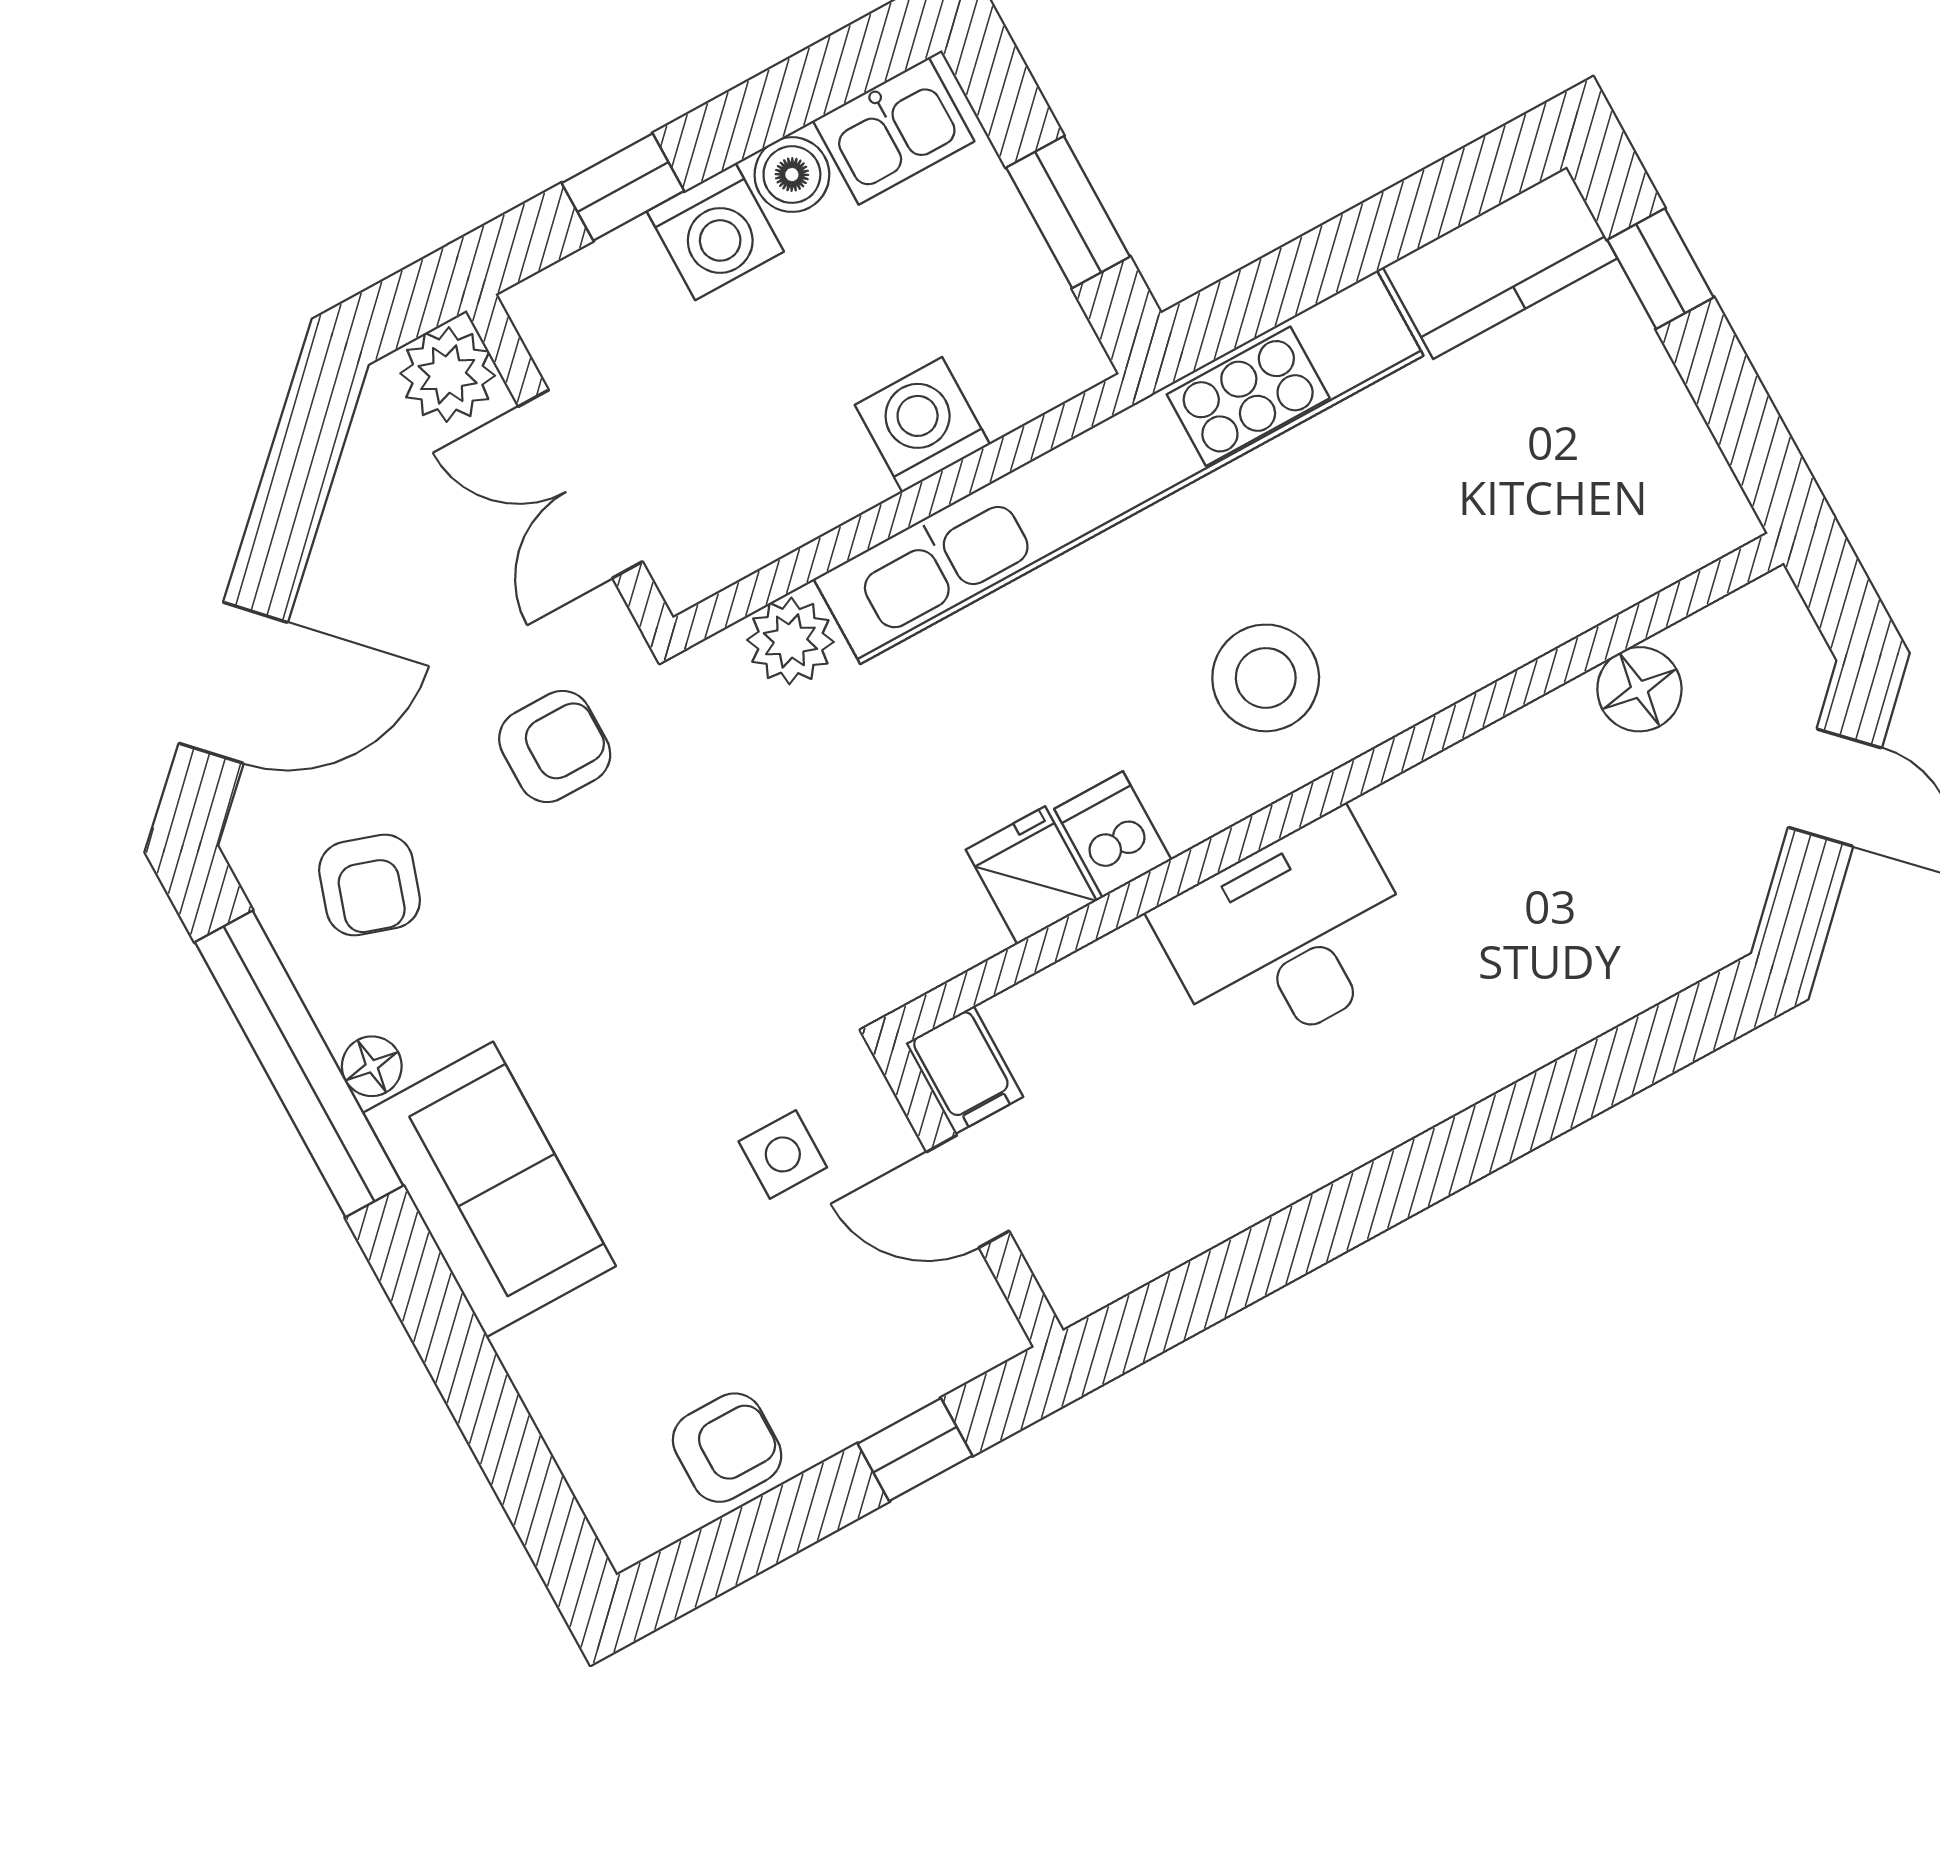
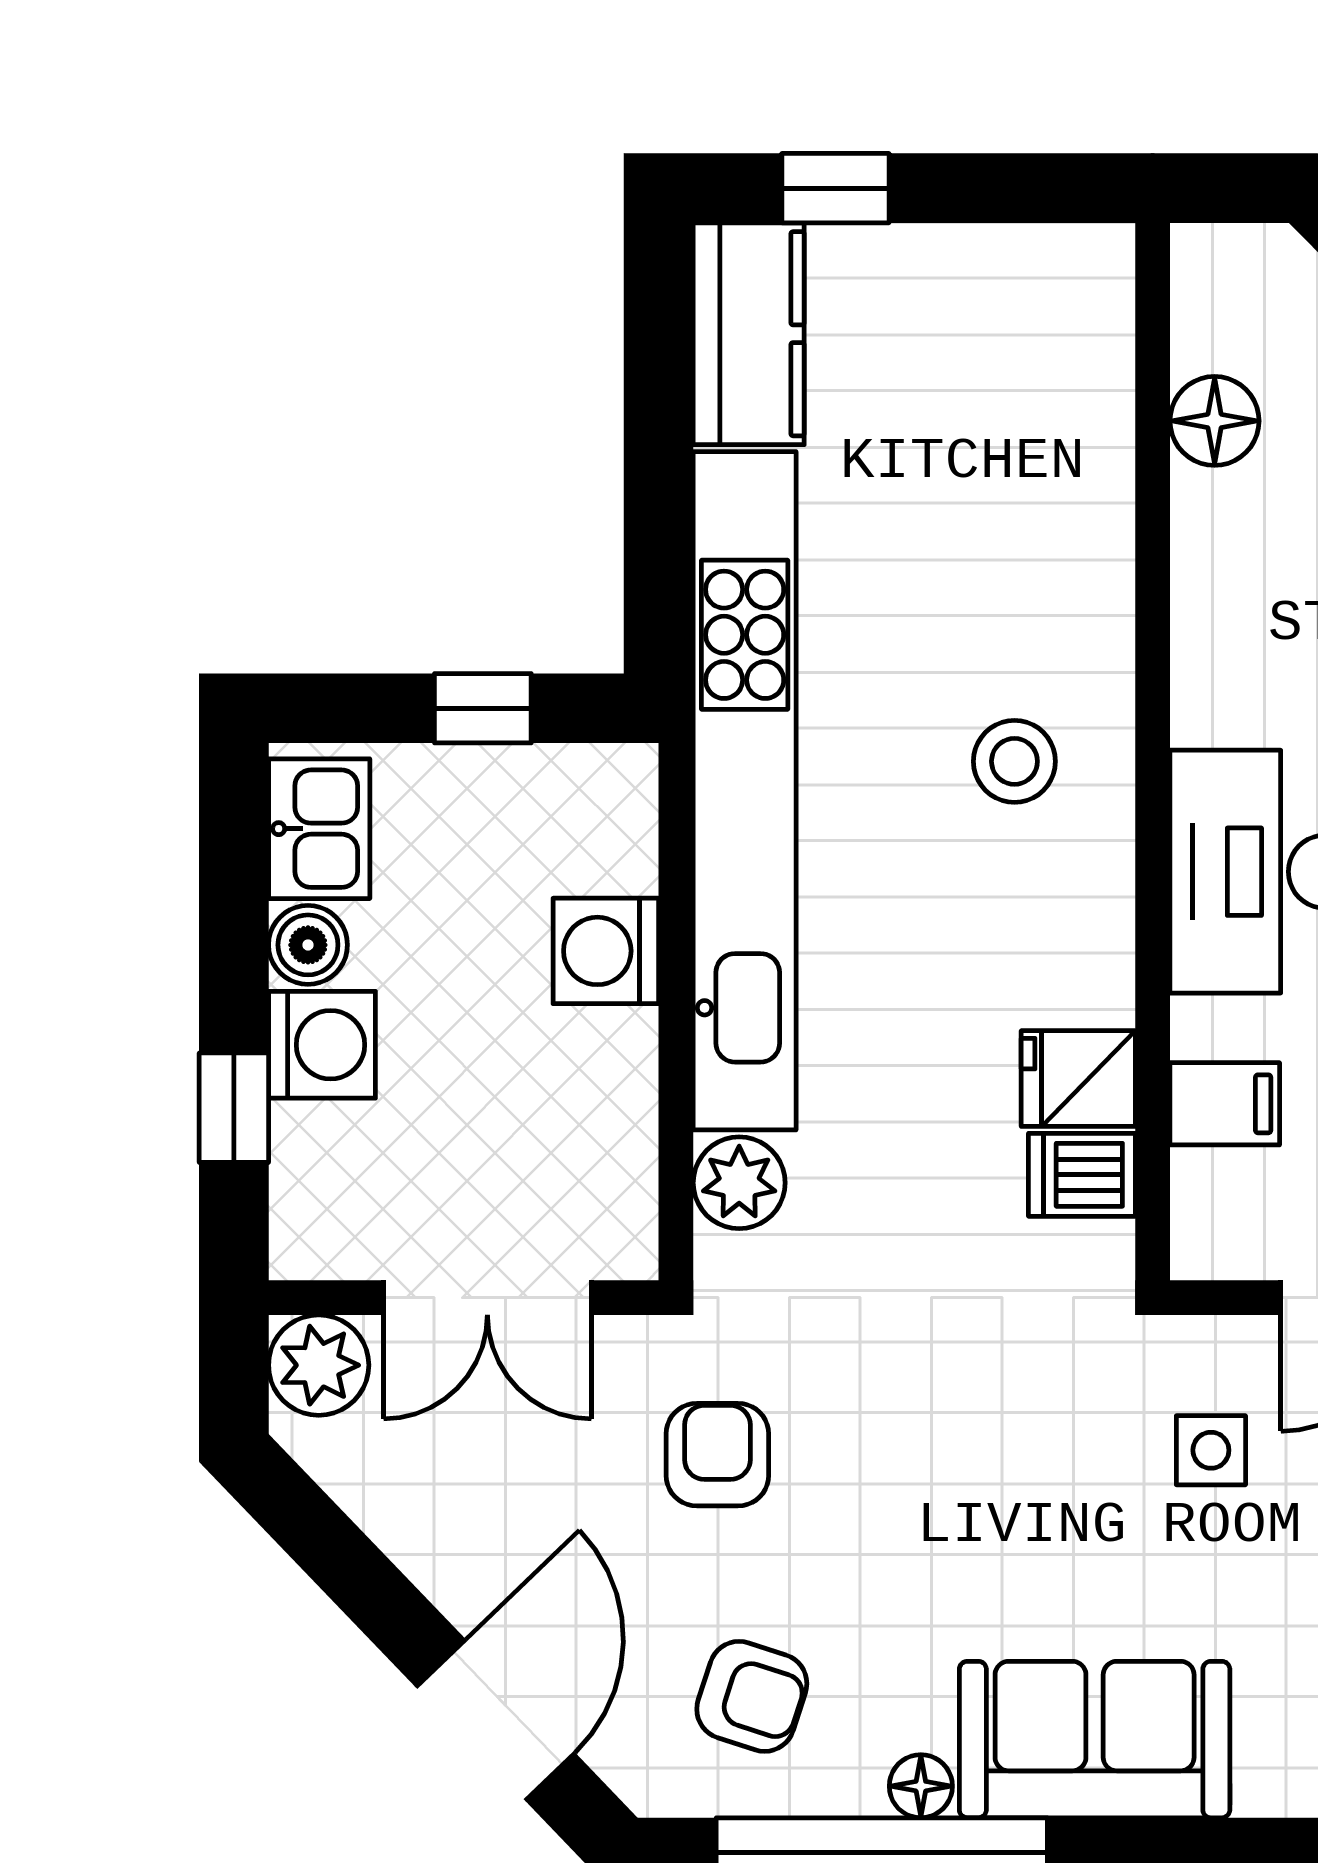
window: (1068, 212) -> (483, 708), width x0.67
stool: (1266, 678) -> (1014, 761), width x0.73, depth x0.73
dishwasher: (1113, 834) -> (1082, 1175), moved
filing cabinet: (964, 1070) -> (1225, 1104), moved

